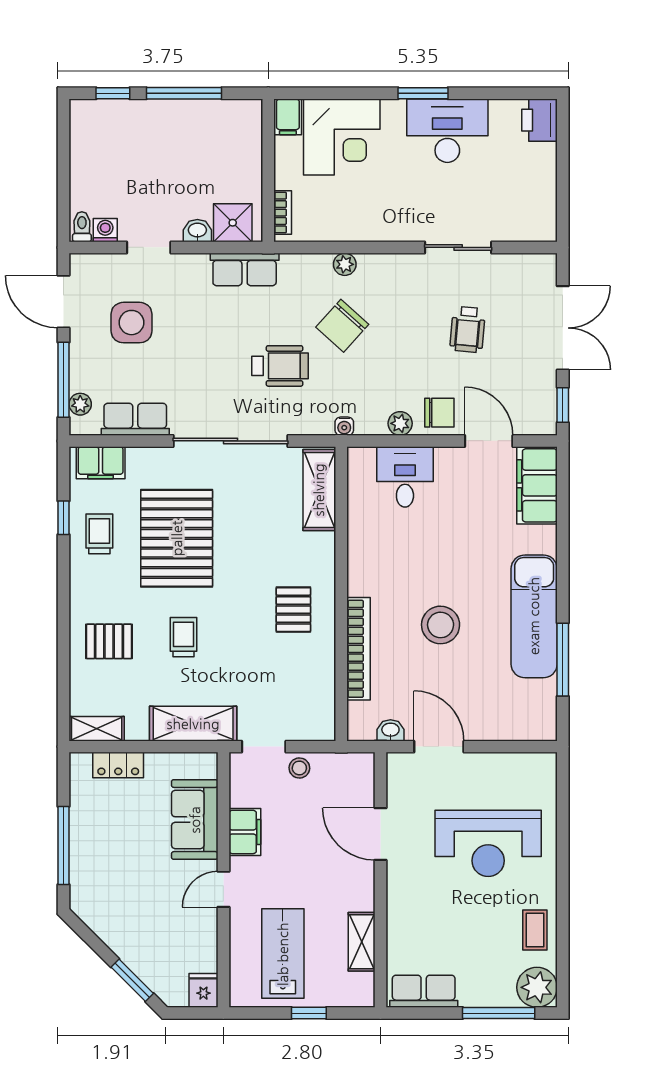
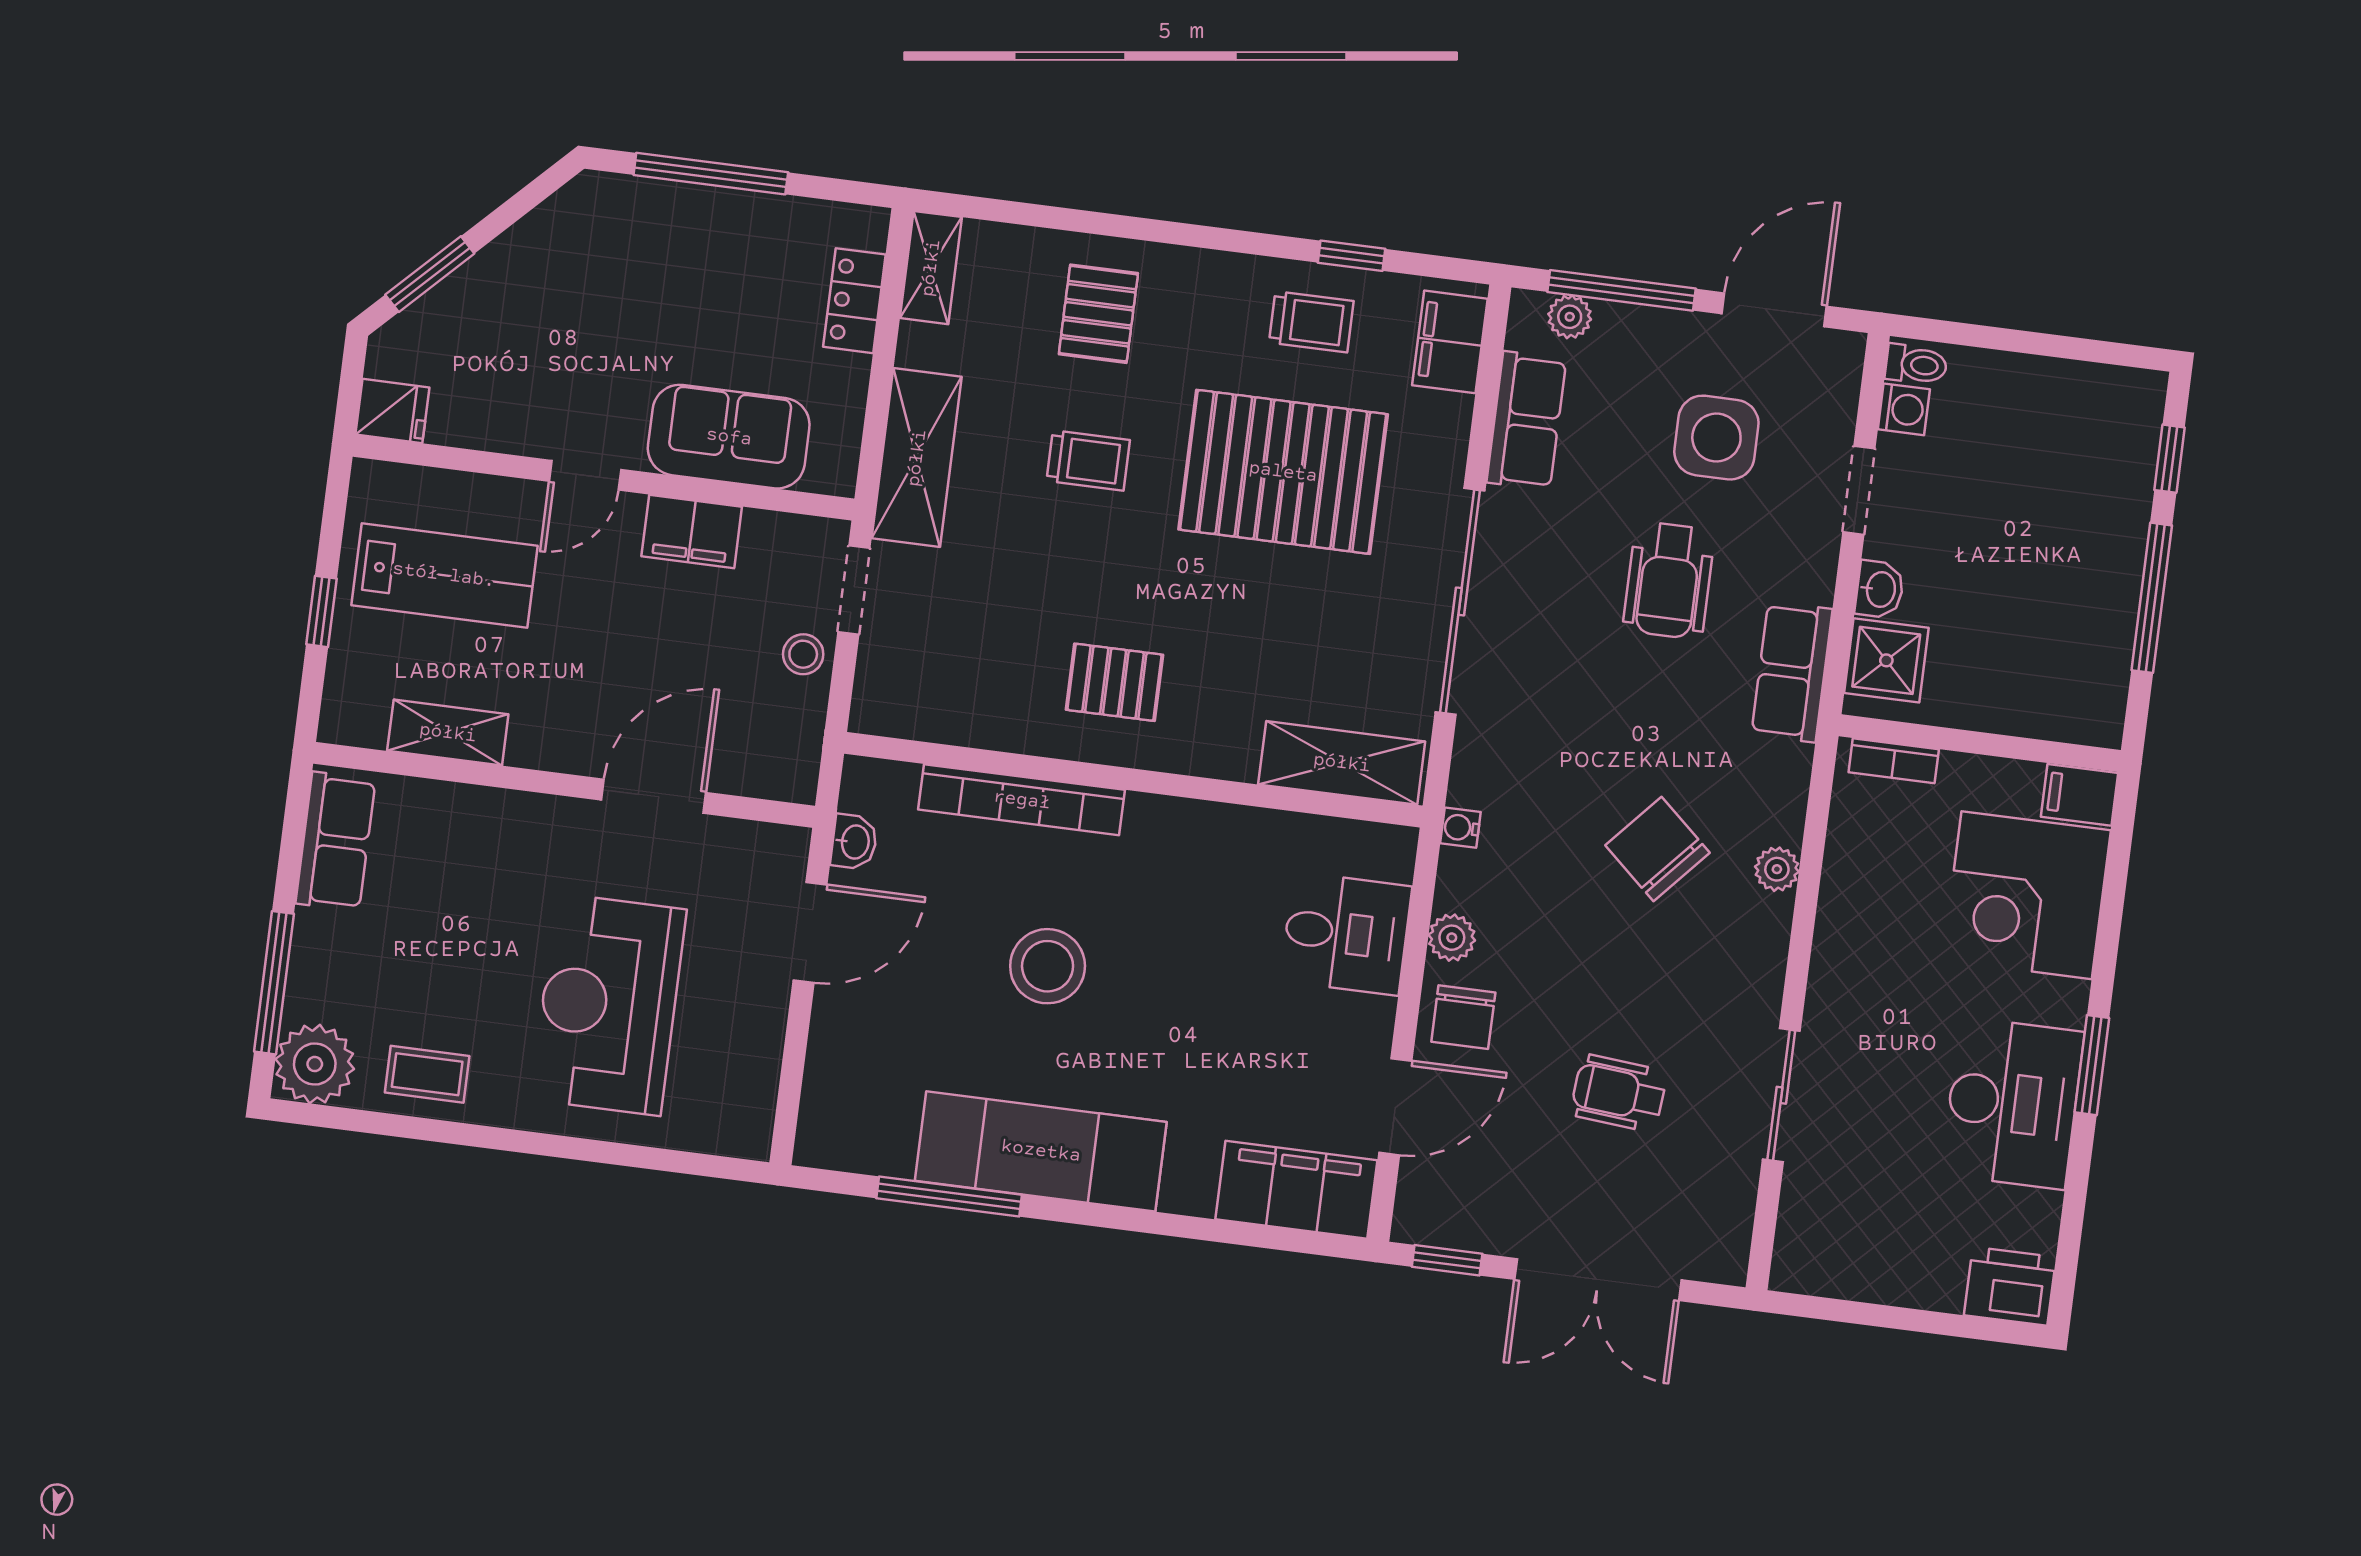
wheelchair: (280, 366) -> (1669, 580), moved
door: (223, 889) -> (585, 475), swing flipped

